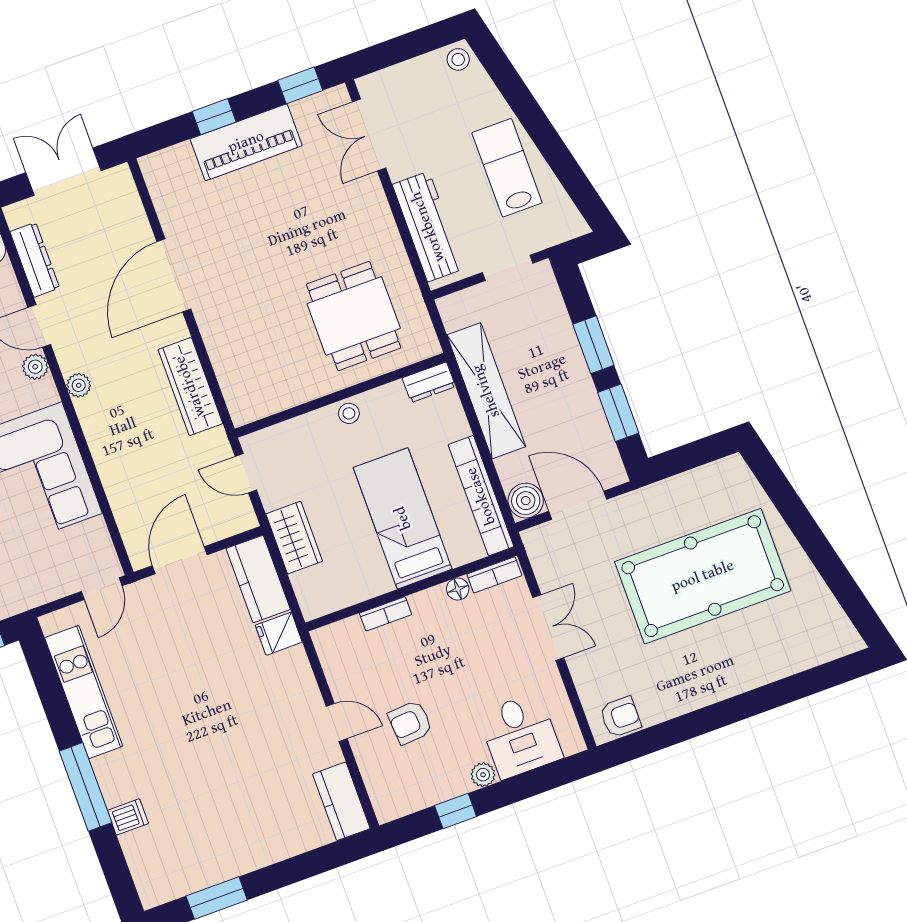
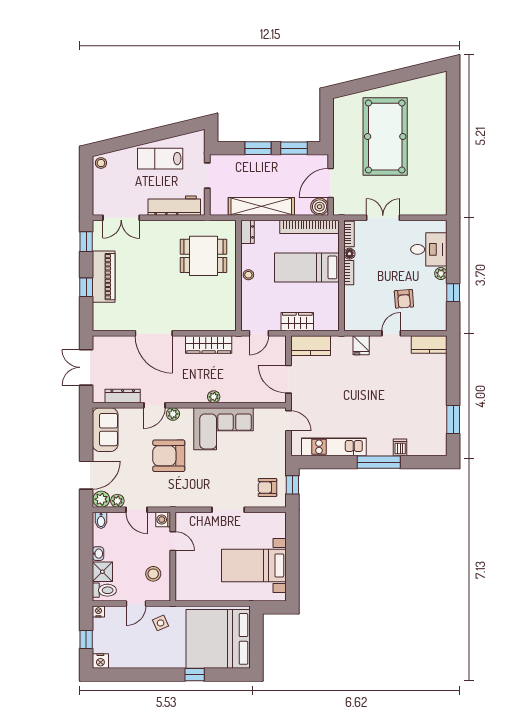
plant: (79, 385) -> (214, 397), moved
bookcase: (386, 614) -> (349, 273), moved
fridge: (279, 634) -> (361, 345), moved
armchair: (620, 717) -> (437, 199), removed

